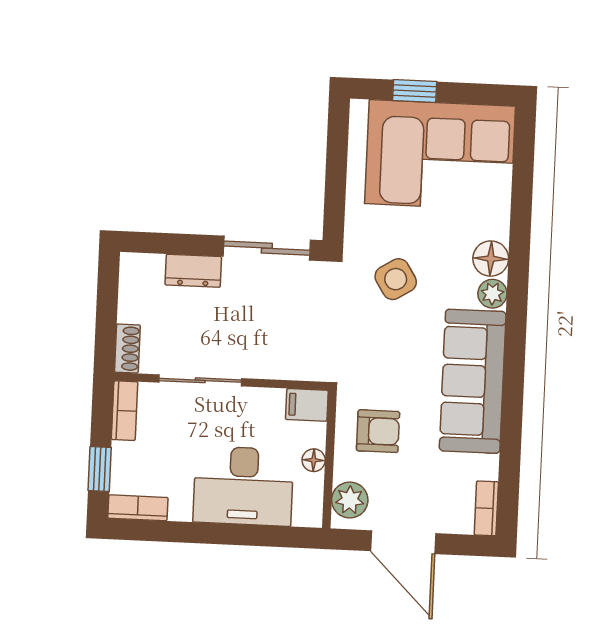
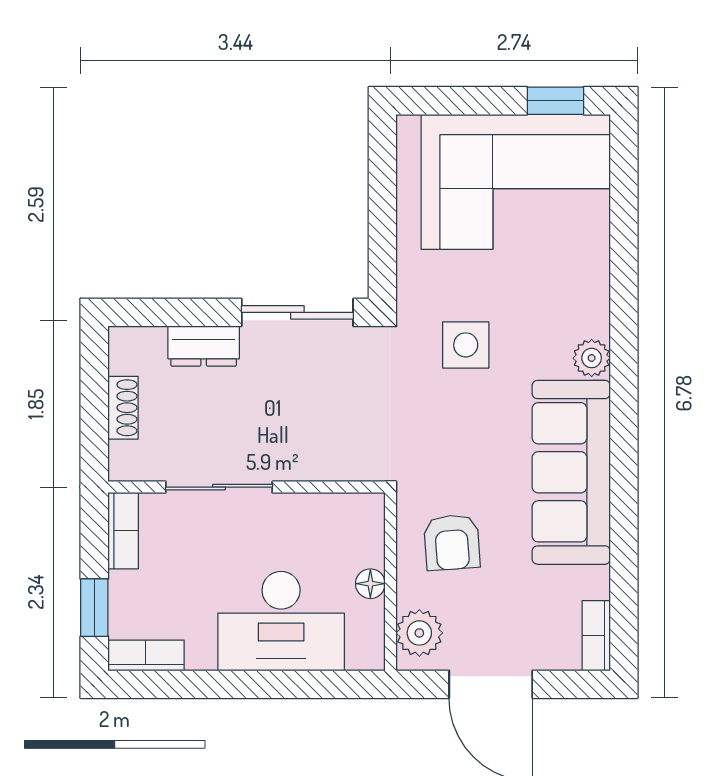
window: (415, 91) -> (555, 101), moved
floor lamp: (491, 259) -> (587, 313), removed
side table: (396, 279) -> (466, 345), turned 32
shoe rack: (127, 349) -> (123, 408), moved
filing cabinet: (307, 405) -> (358, 513), removed
armchair: (378, 431) -> (452, 542), turned 86

